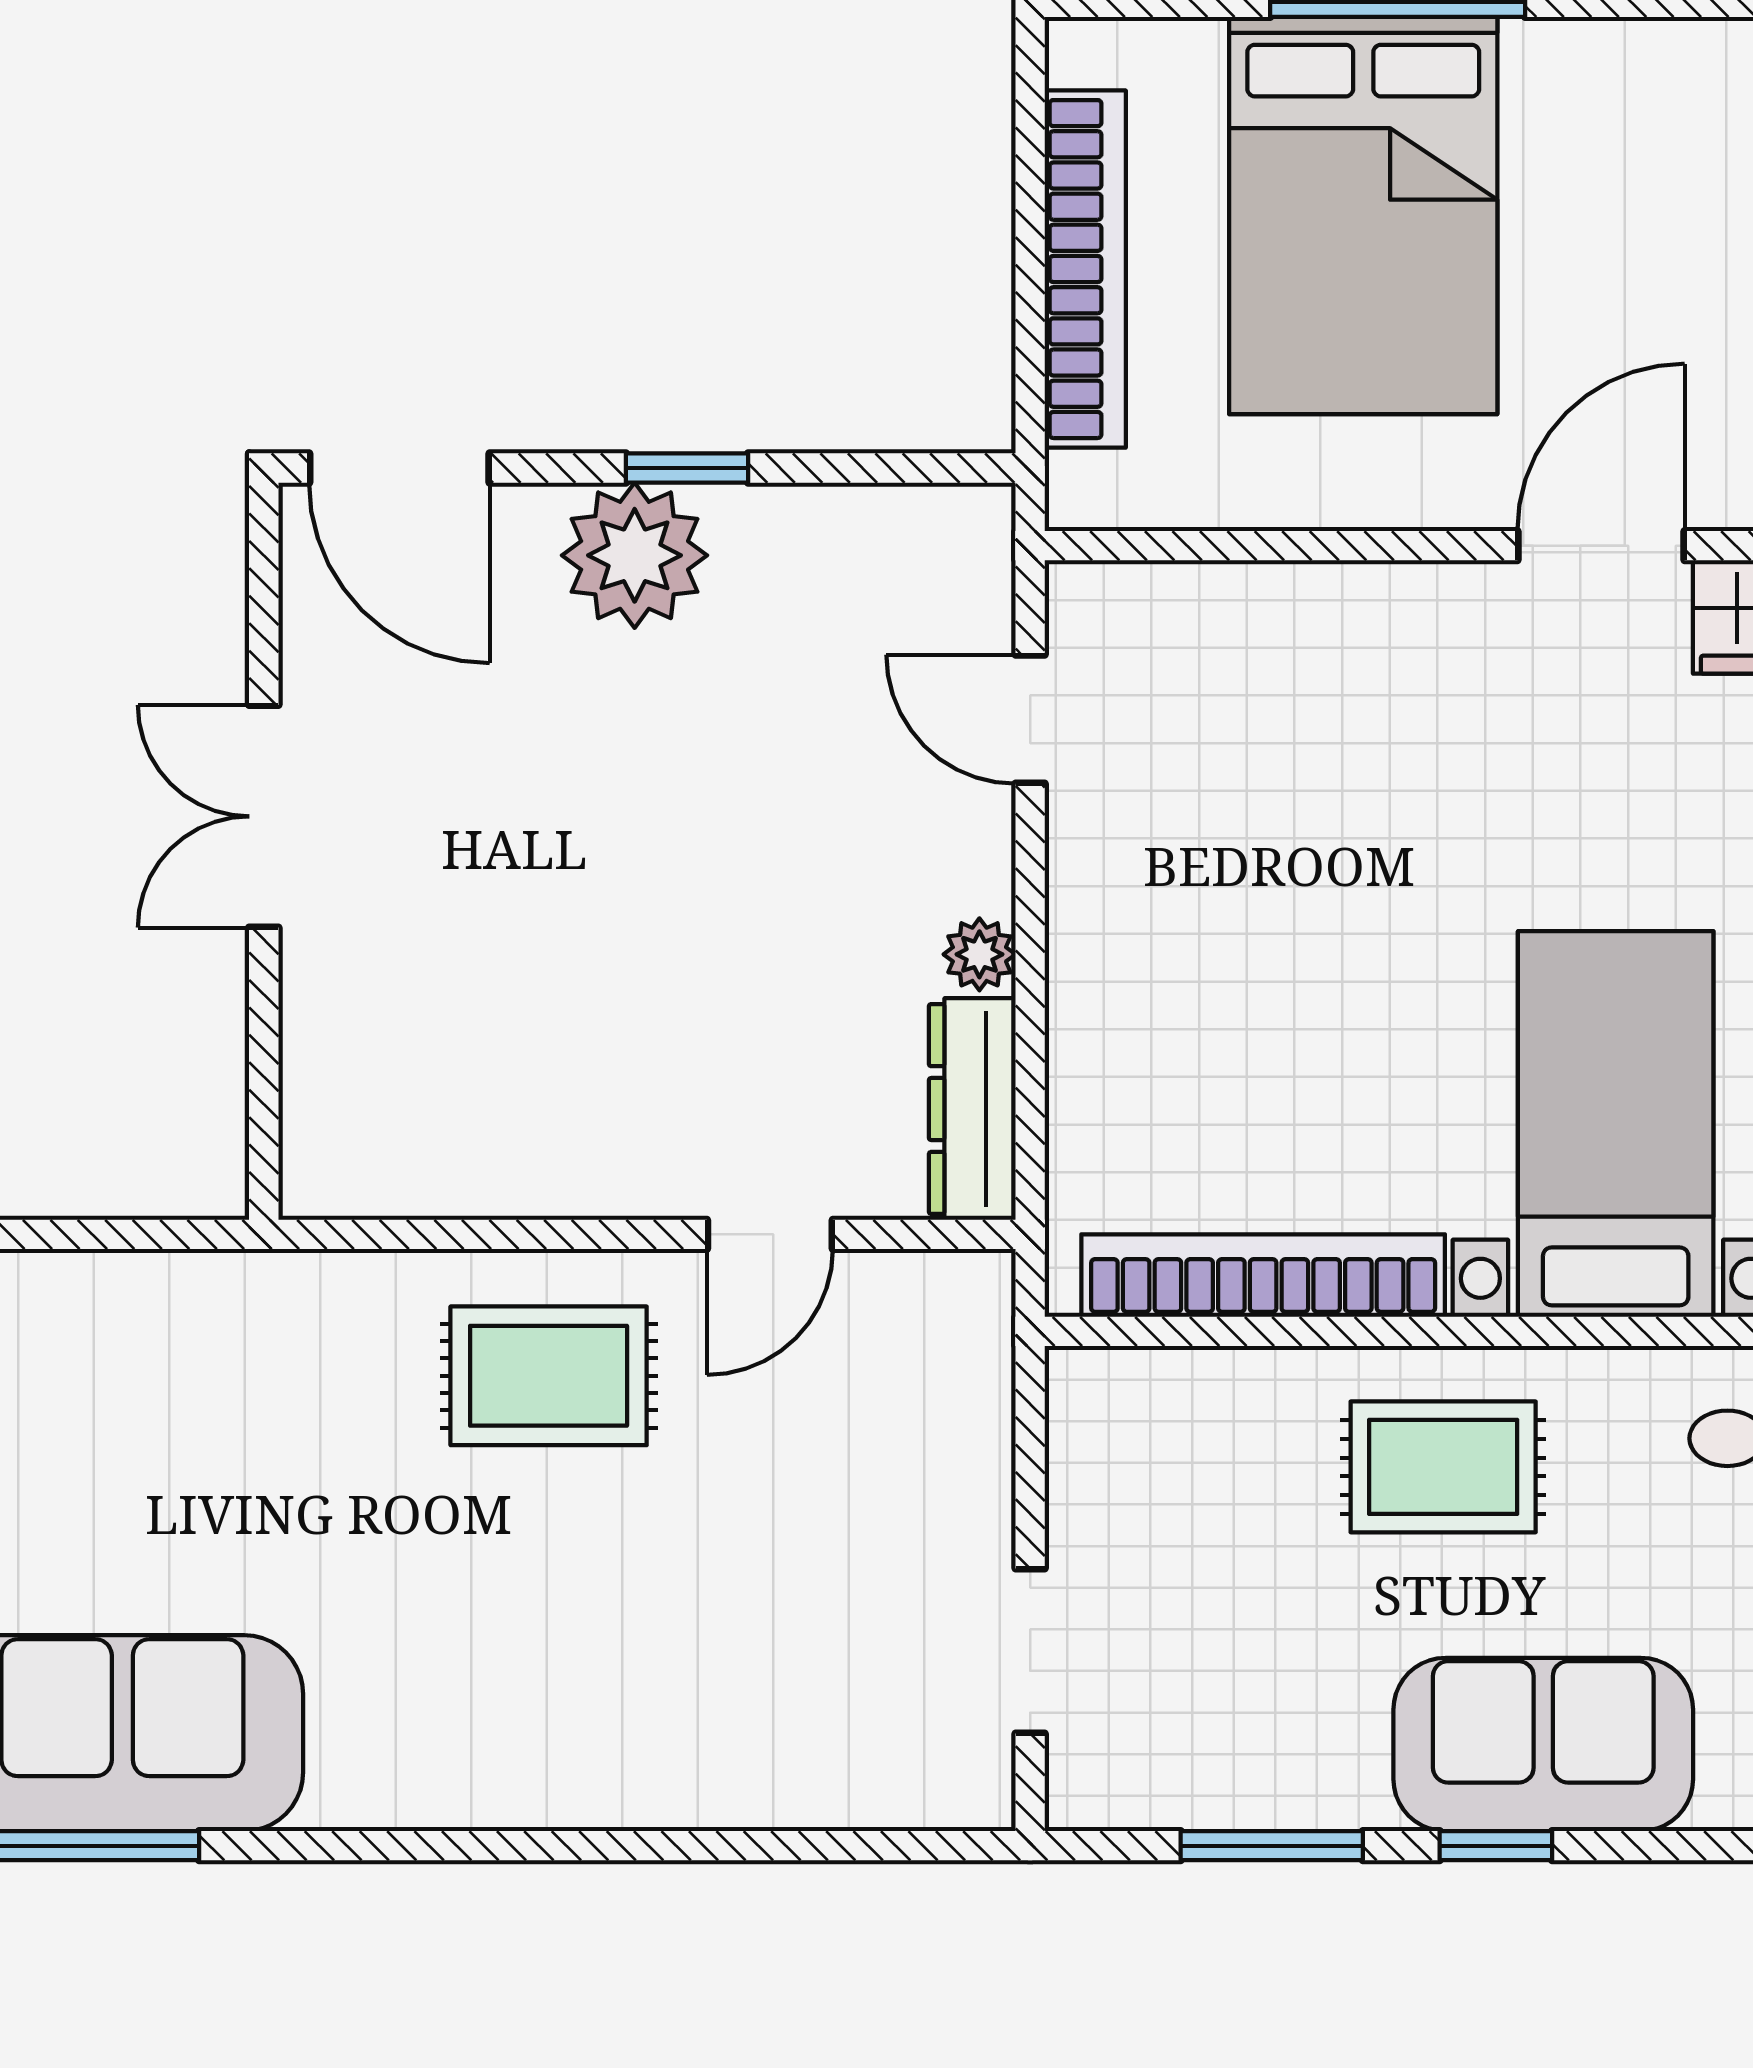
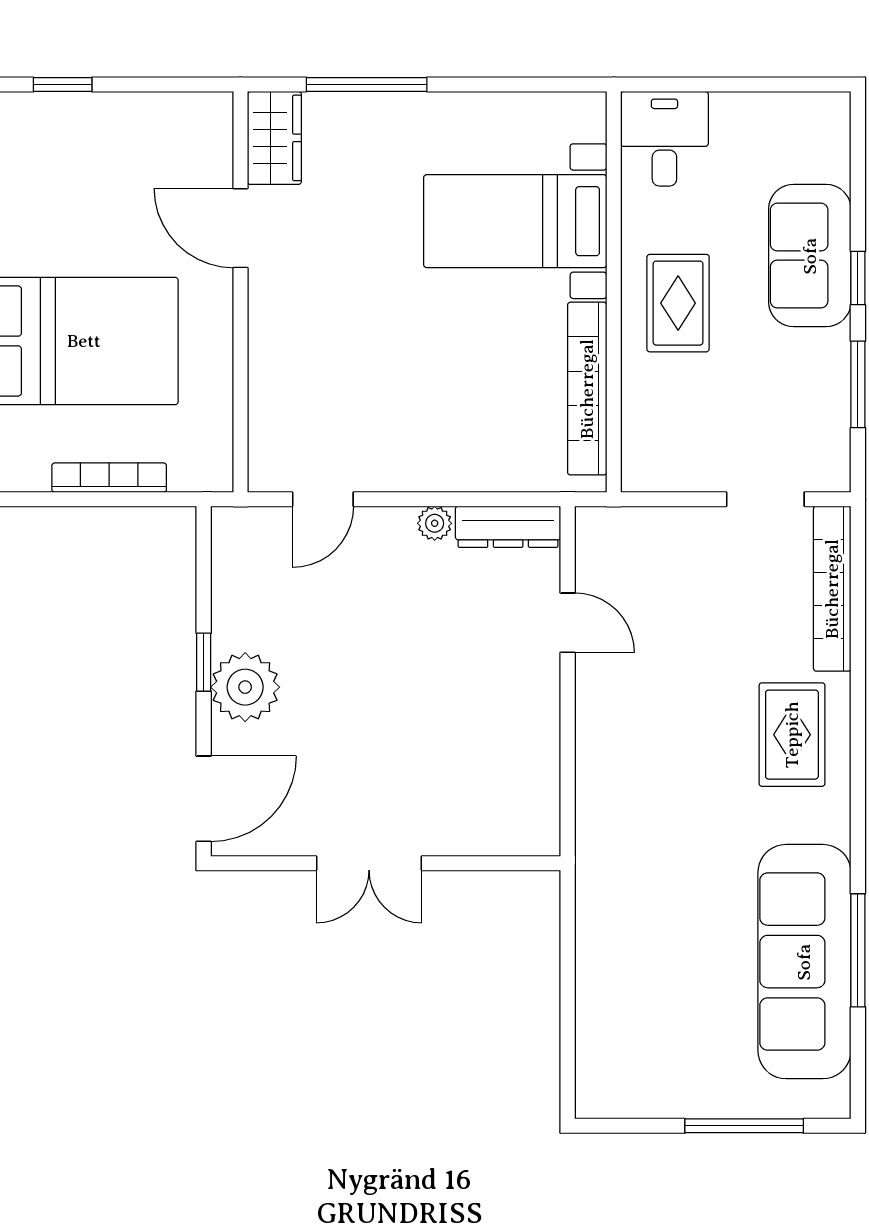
bookcase: (1085, 269) -> (109, 478), width x0.68, depth x0.76
rug: (549, 1376) -> (792, 735), moved
bookcase: (842, 1792) -> (832, 589), added

